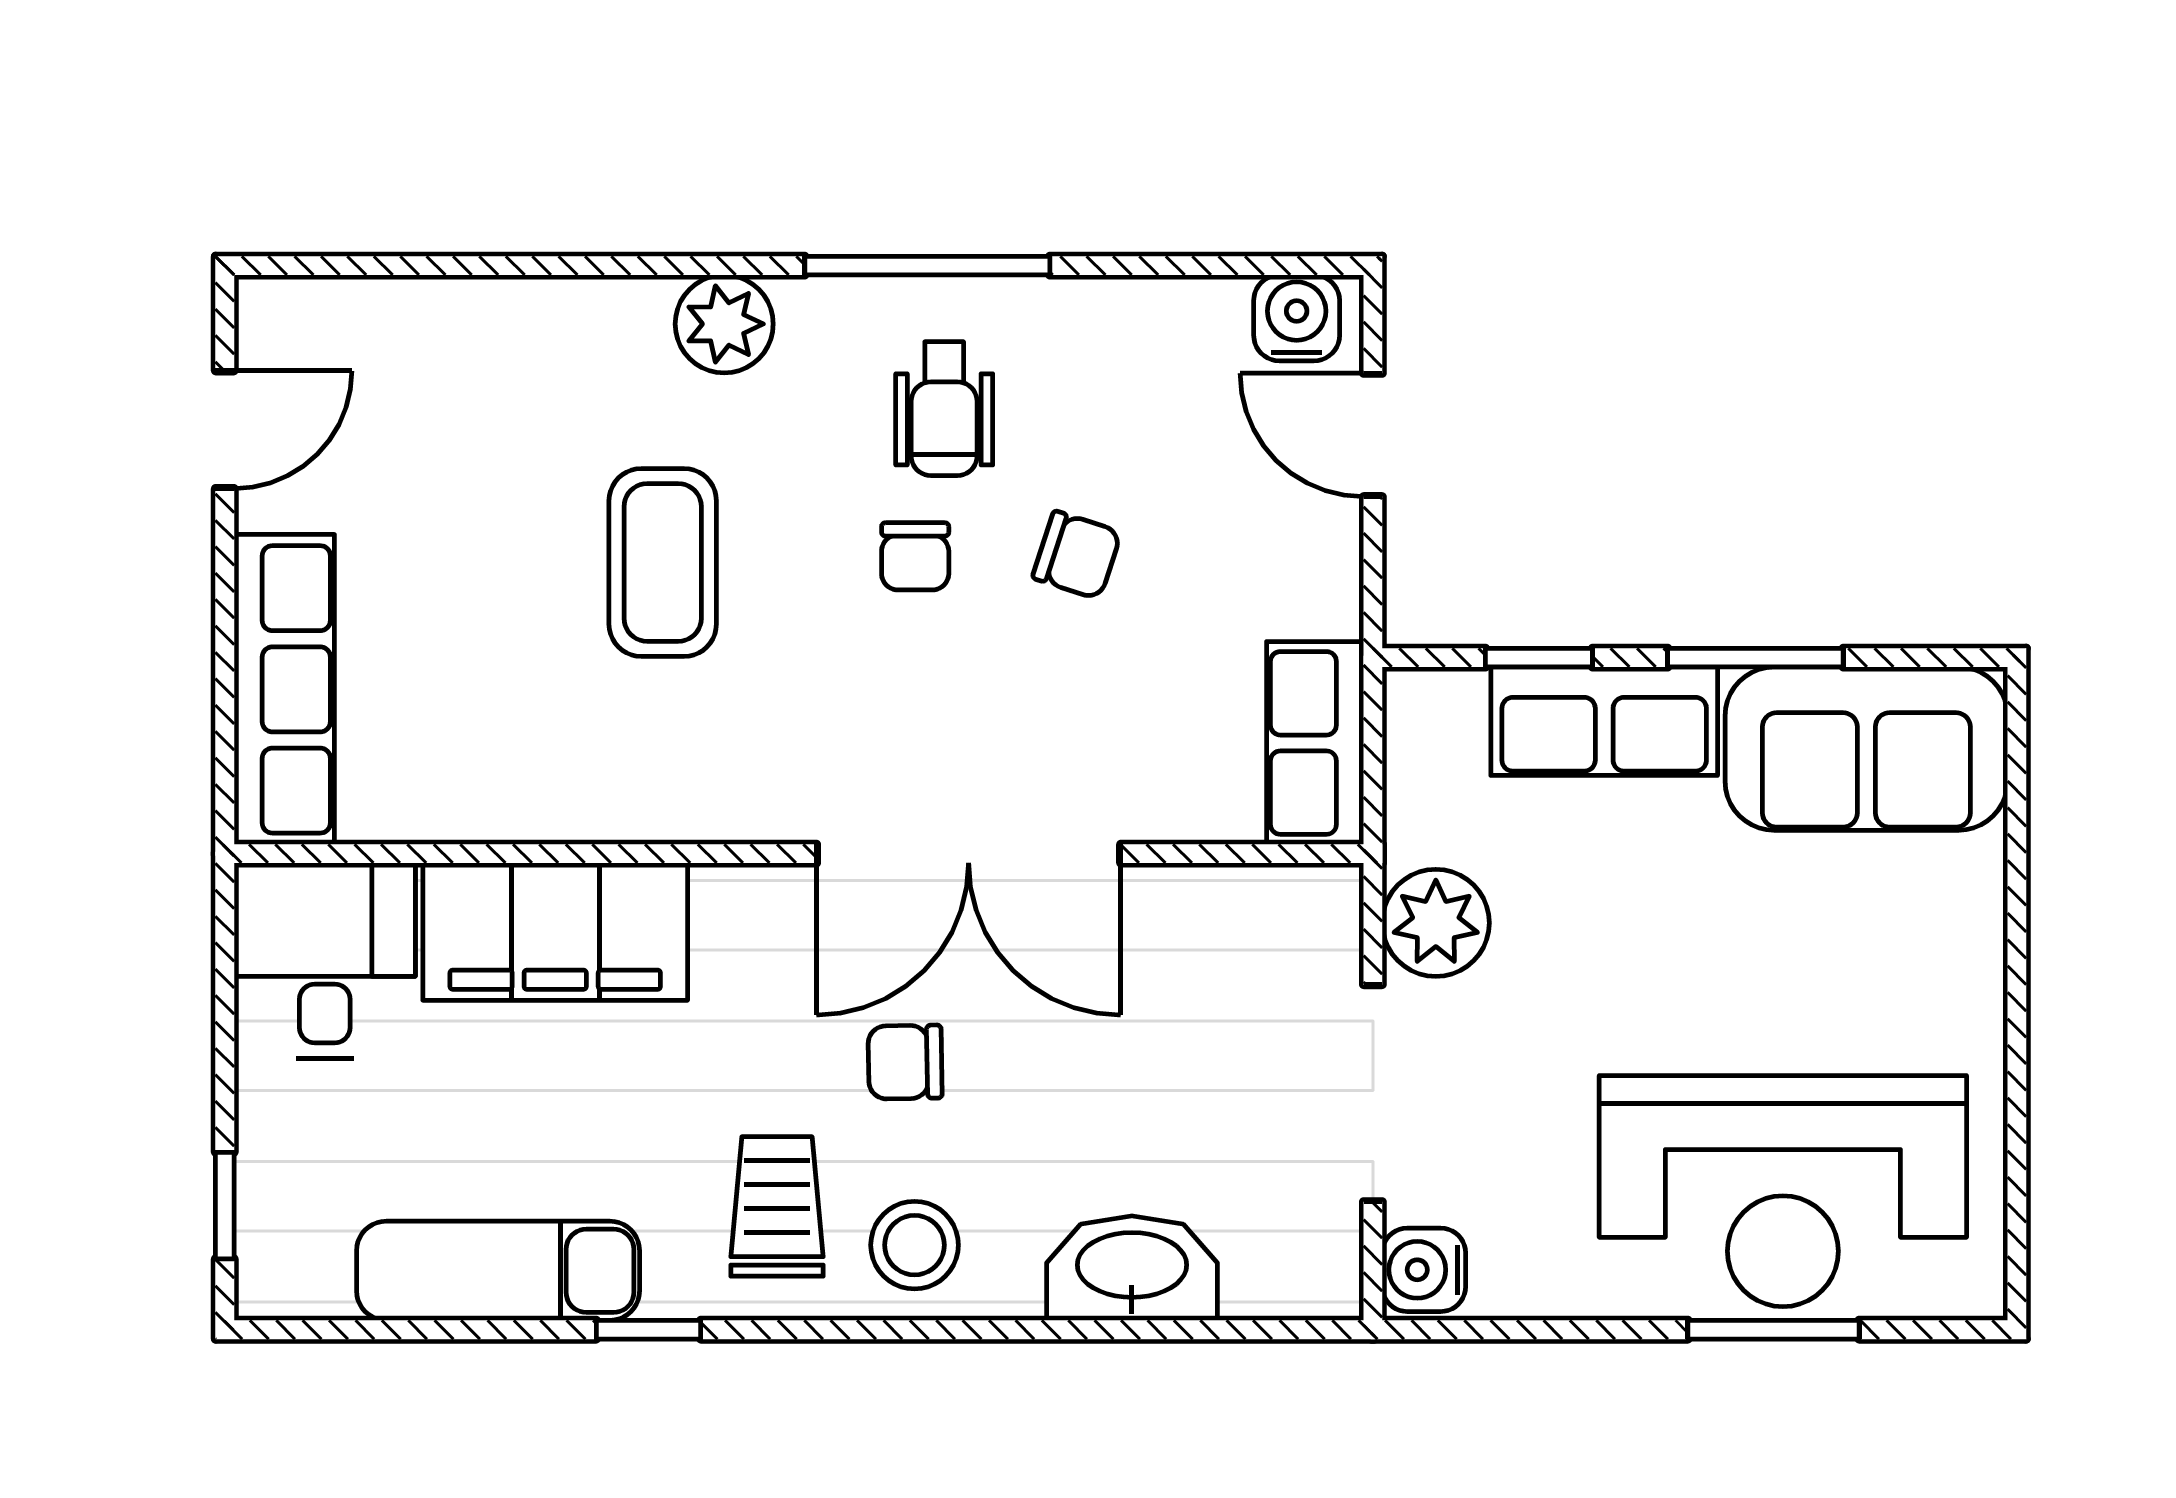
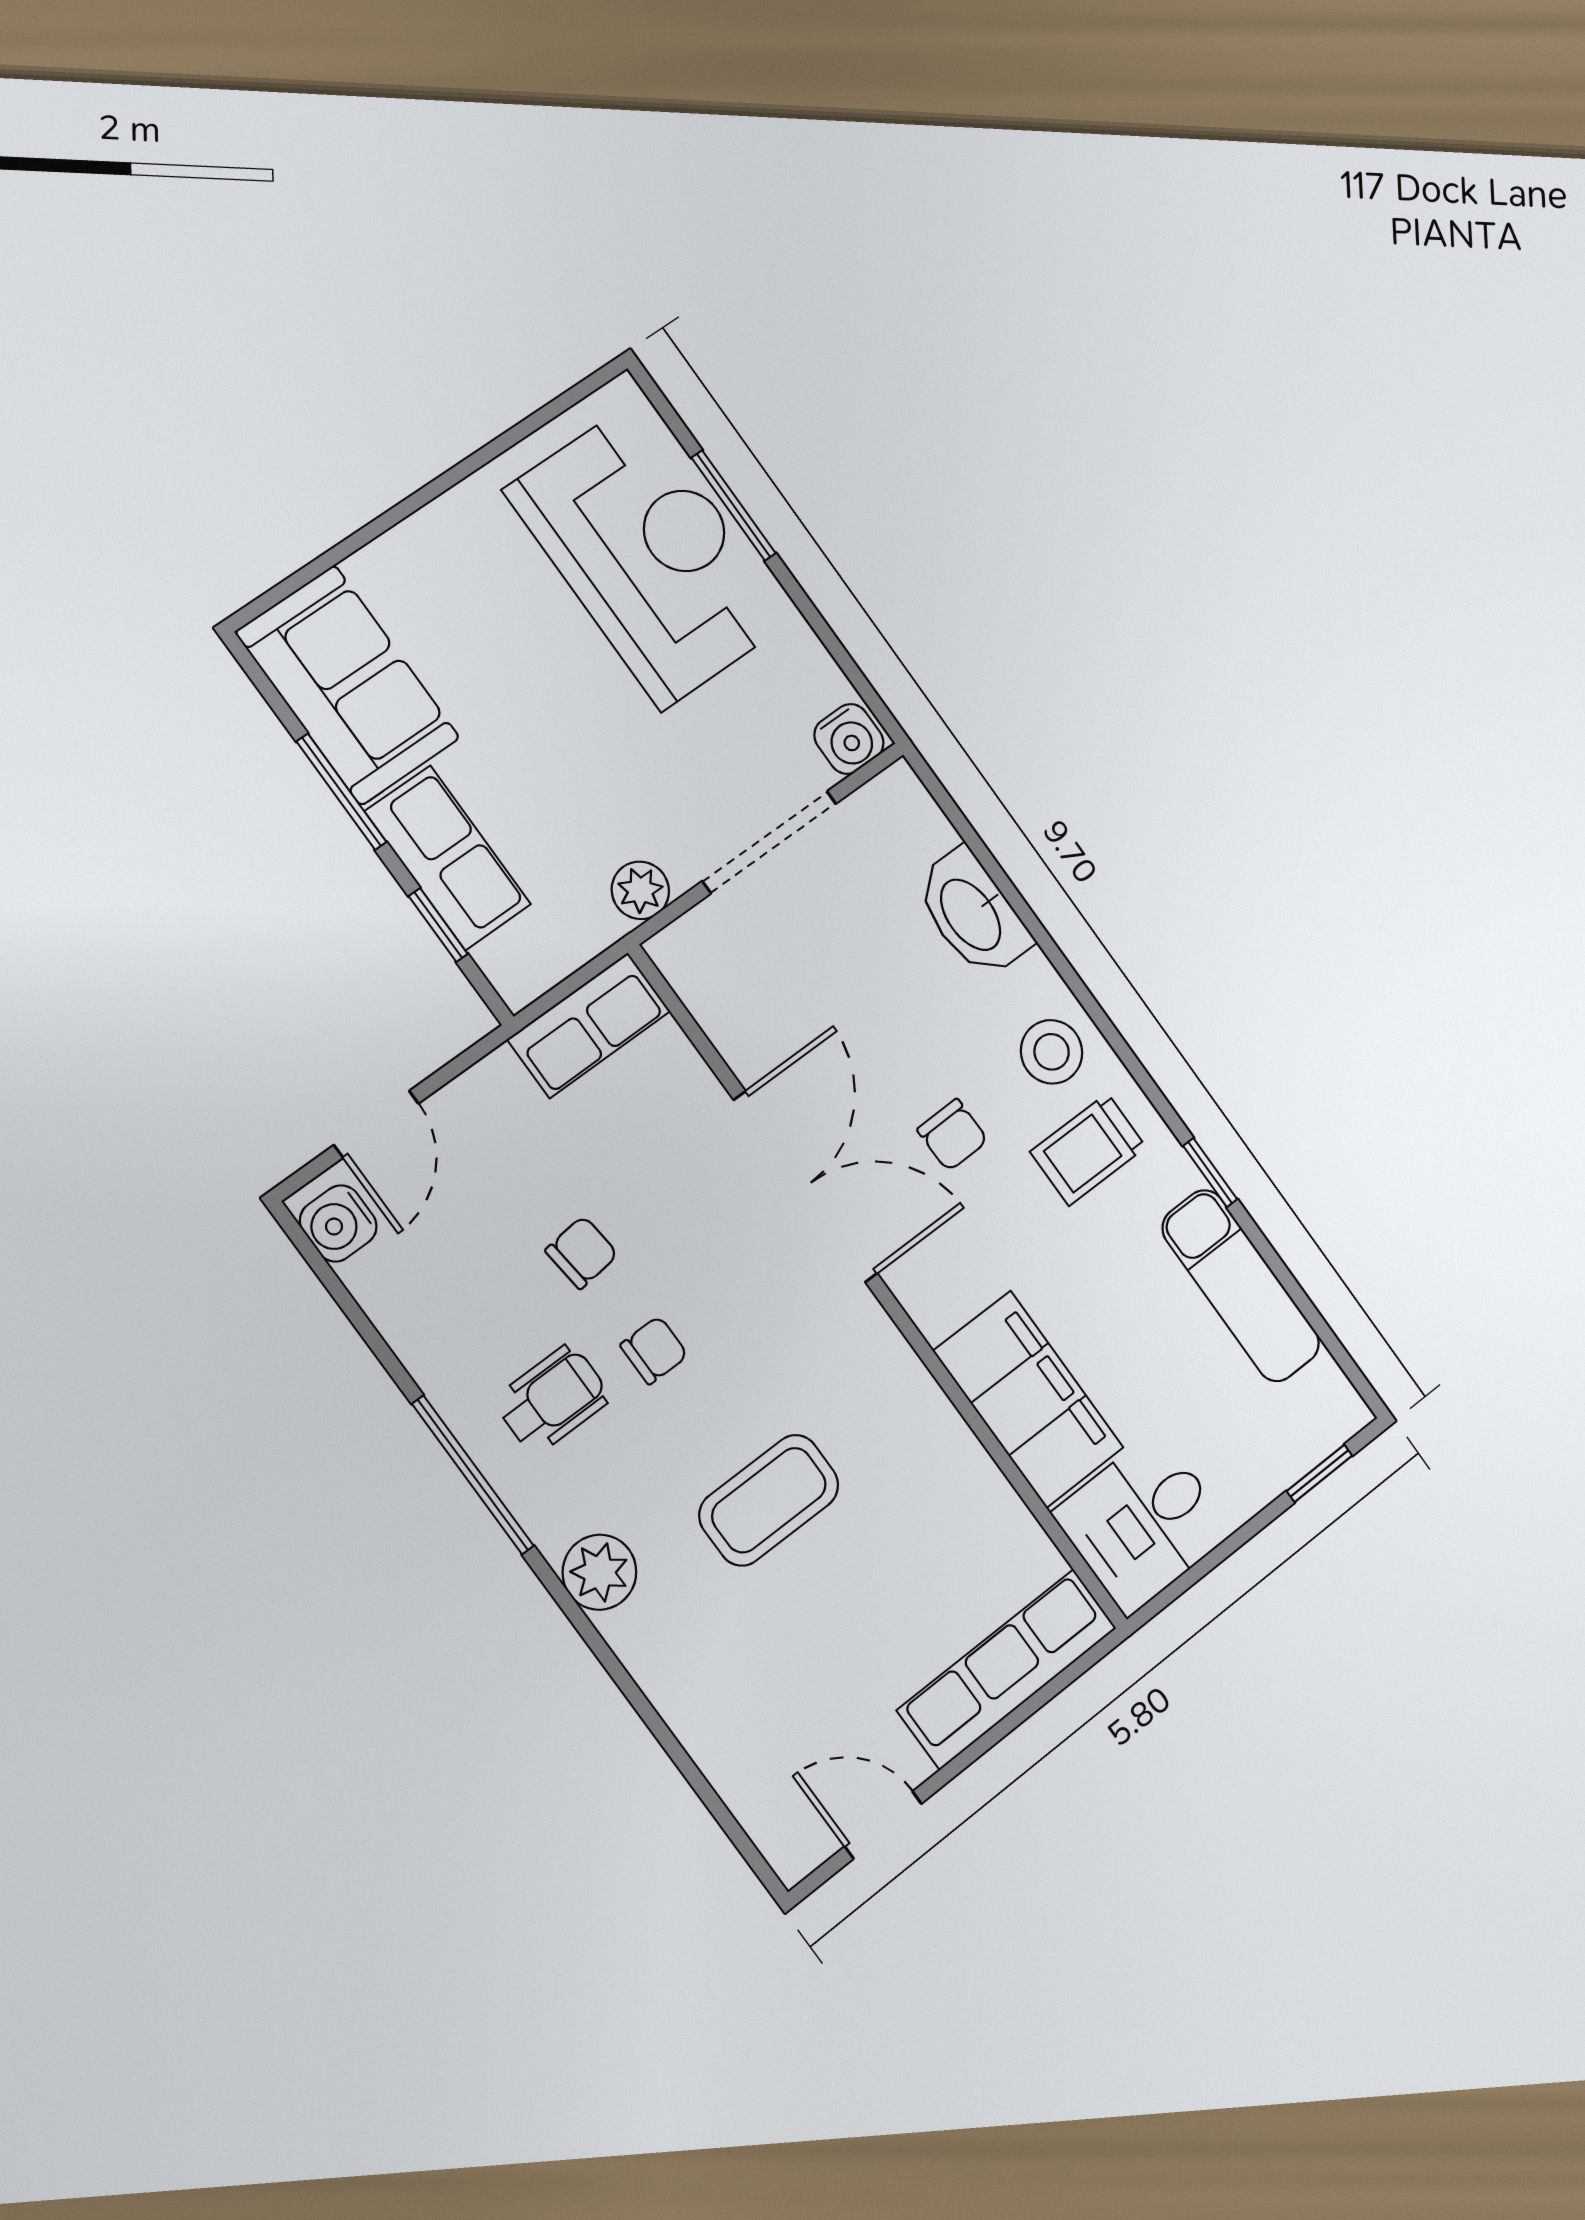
chair: (1077, 555) -> (582, 1252), turned 66
plant: (1436, 923) -> (640, 890), width x0.73, depth x0.73

